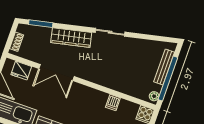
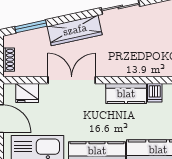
double door: (57, 73) -> (72, 80), swing flipped
kitchen counter: (92, 96) -> (126, 94), added

